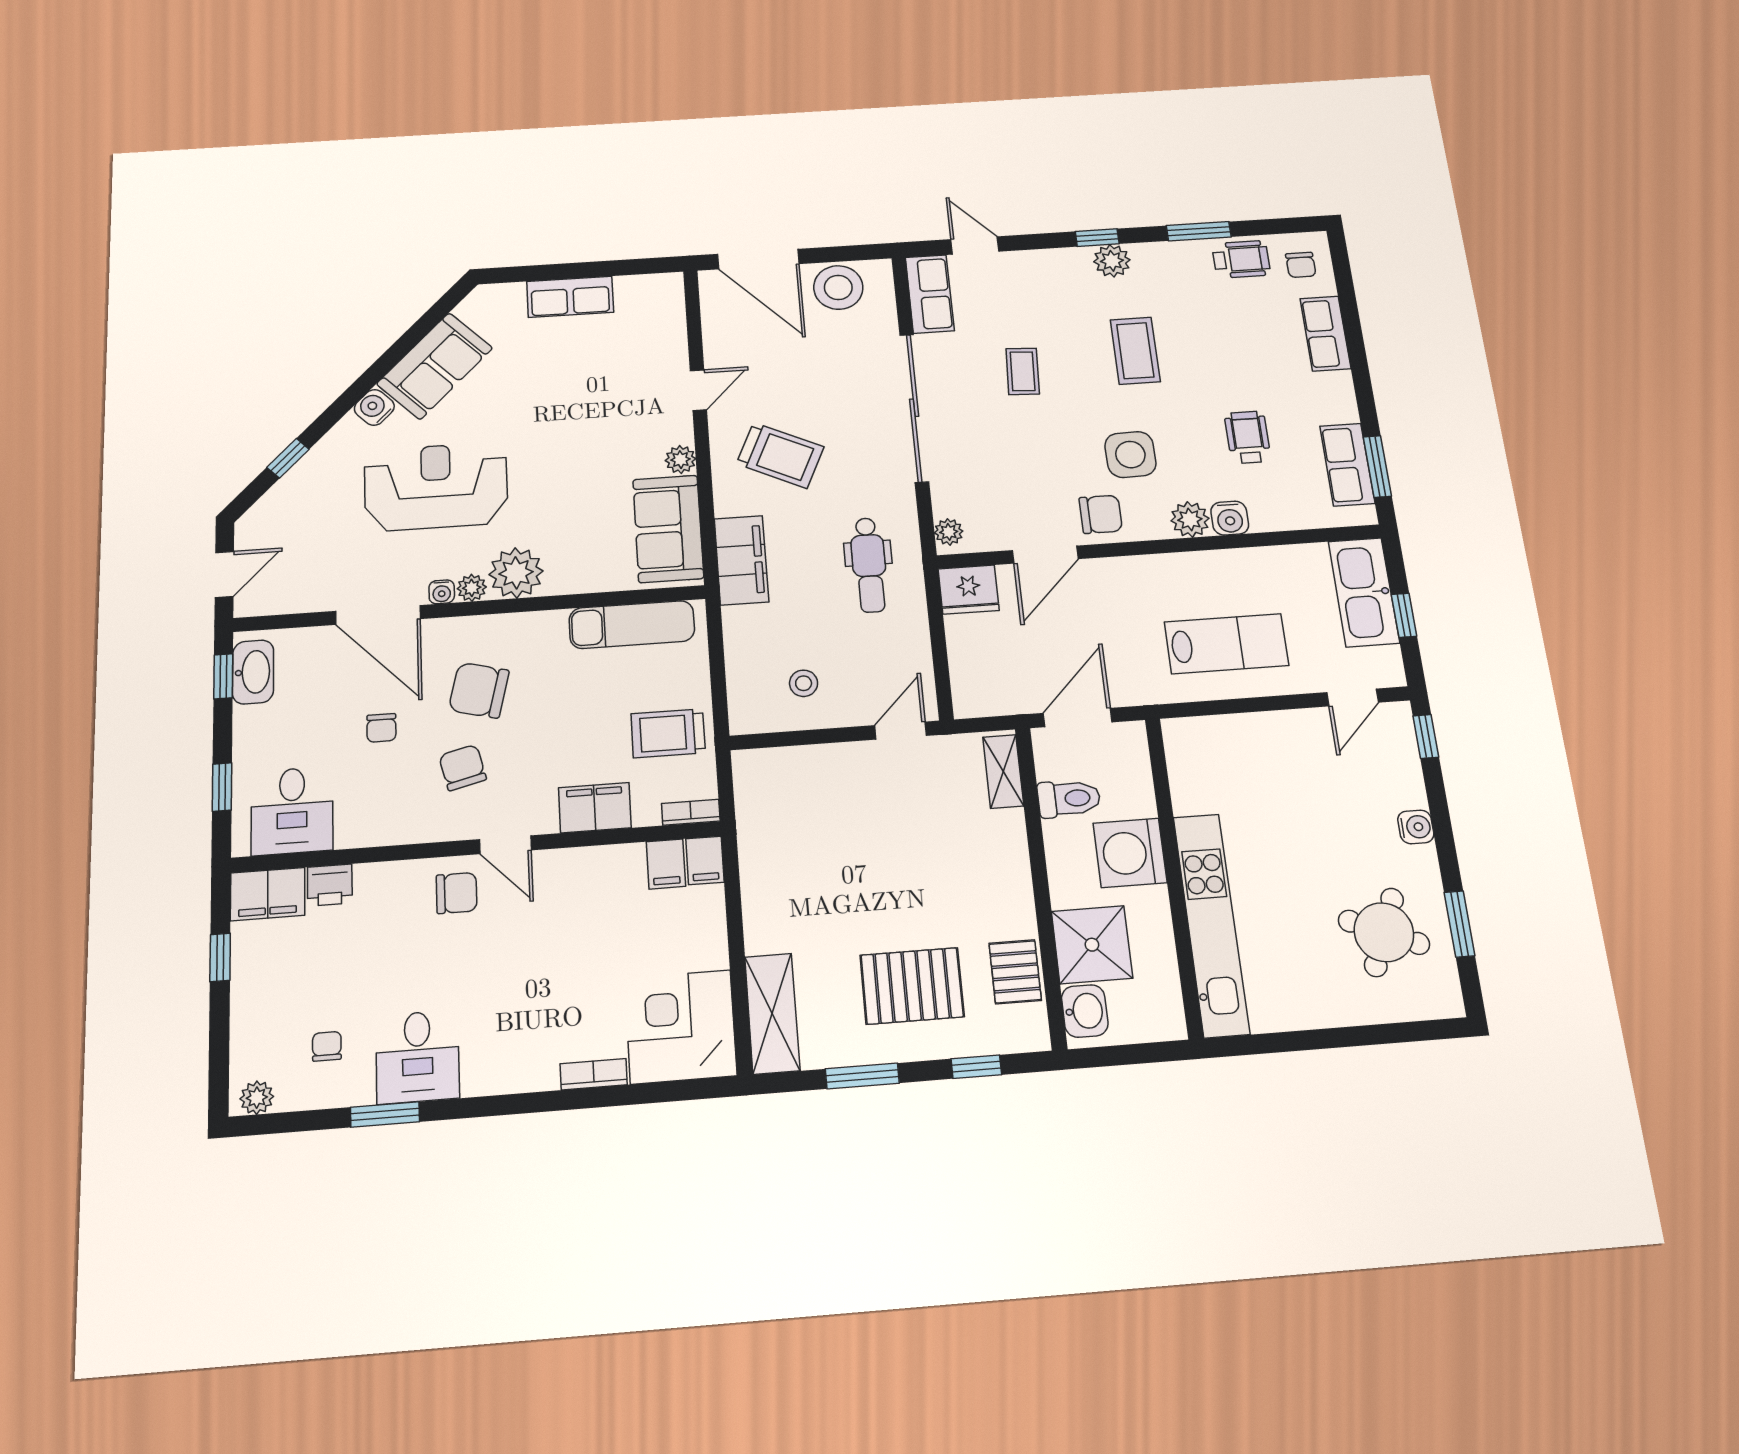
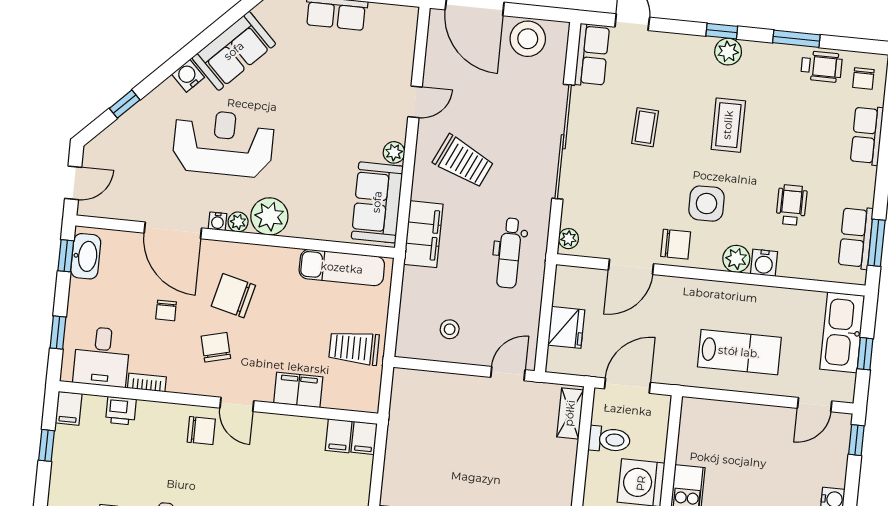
fridge: (969, 590) -> (566, 327), moved, turned -90
bookcase: (691, 812) -> (147, 383), moved
filing cabinet: (268, 894) -> (69, 408), width x0.50

